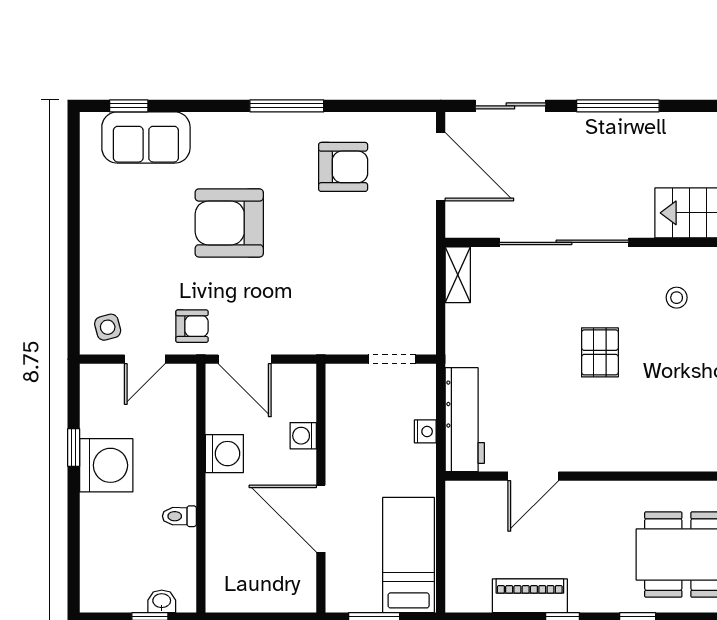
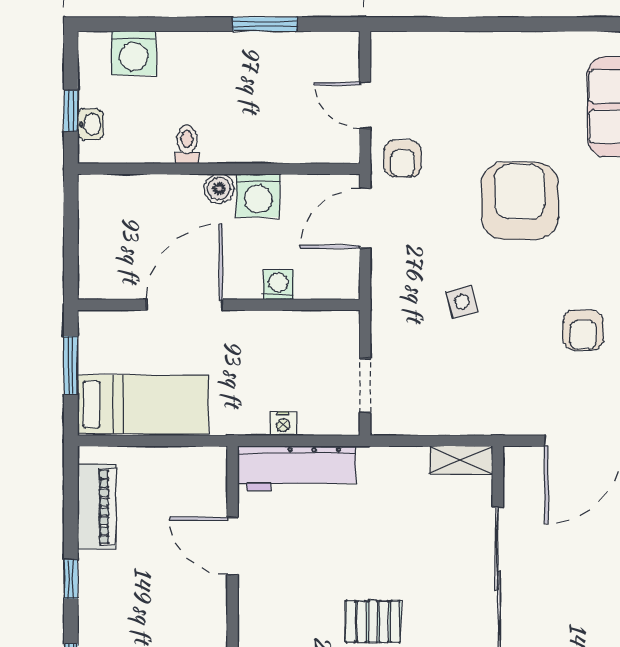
armchair: (343, 167) -> (583, 330), width x0.72, depth x0.72
side table: (108, 327) -> (462, 302), moved
window: (74, 447) -> (265, 24), width x1.50
washing machine: (106, 465) -> (134, 53), moved, width x0.73, depth x0.73
boiler: (218, 488) -> (219, 189), added
piano: (530, 596) -> (97, 507), moved

